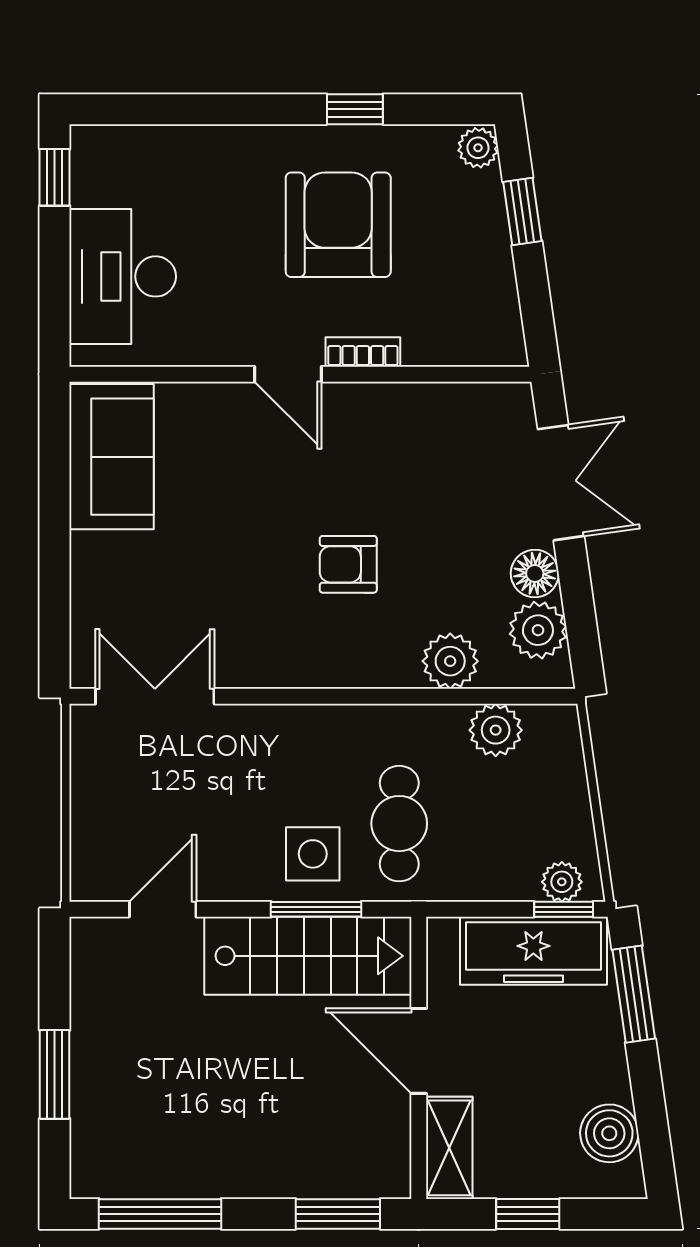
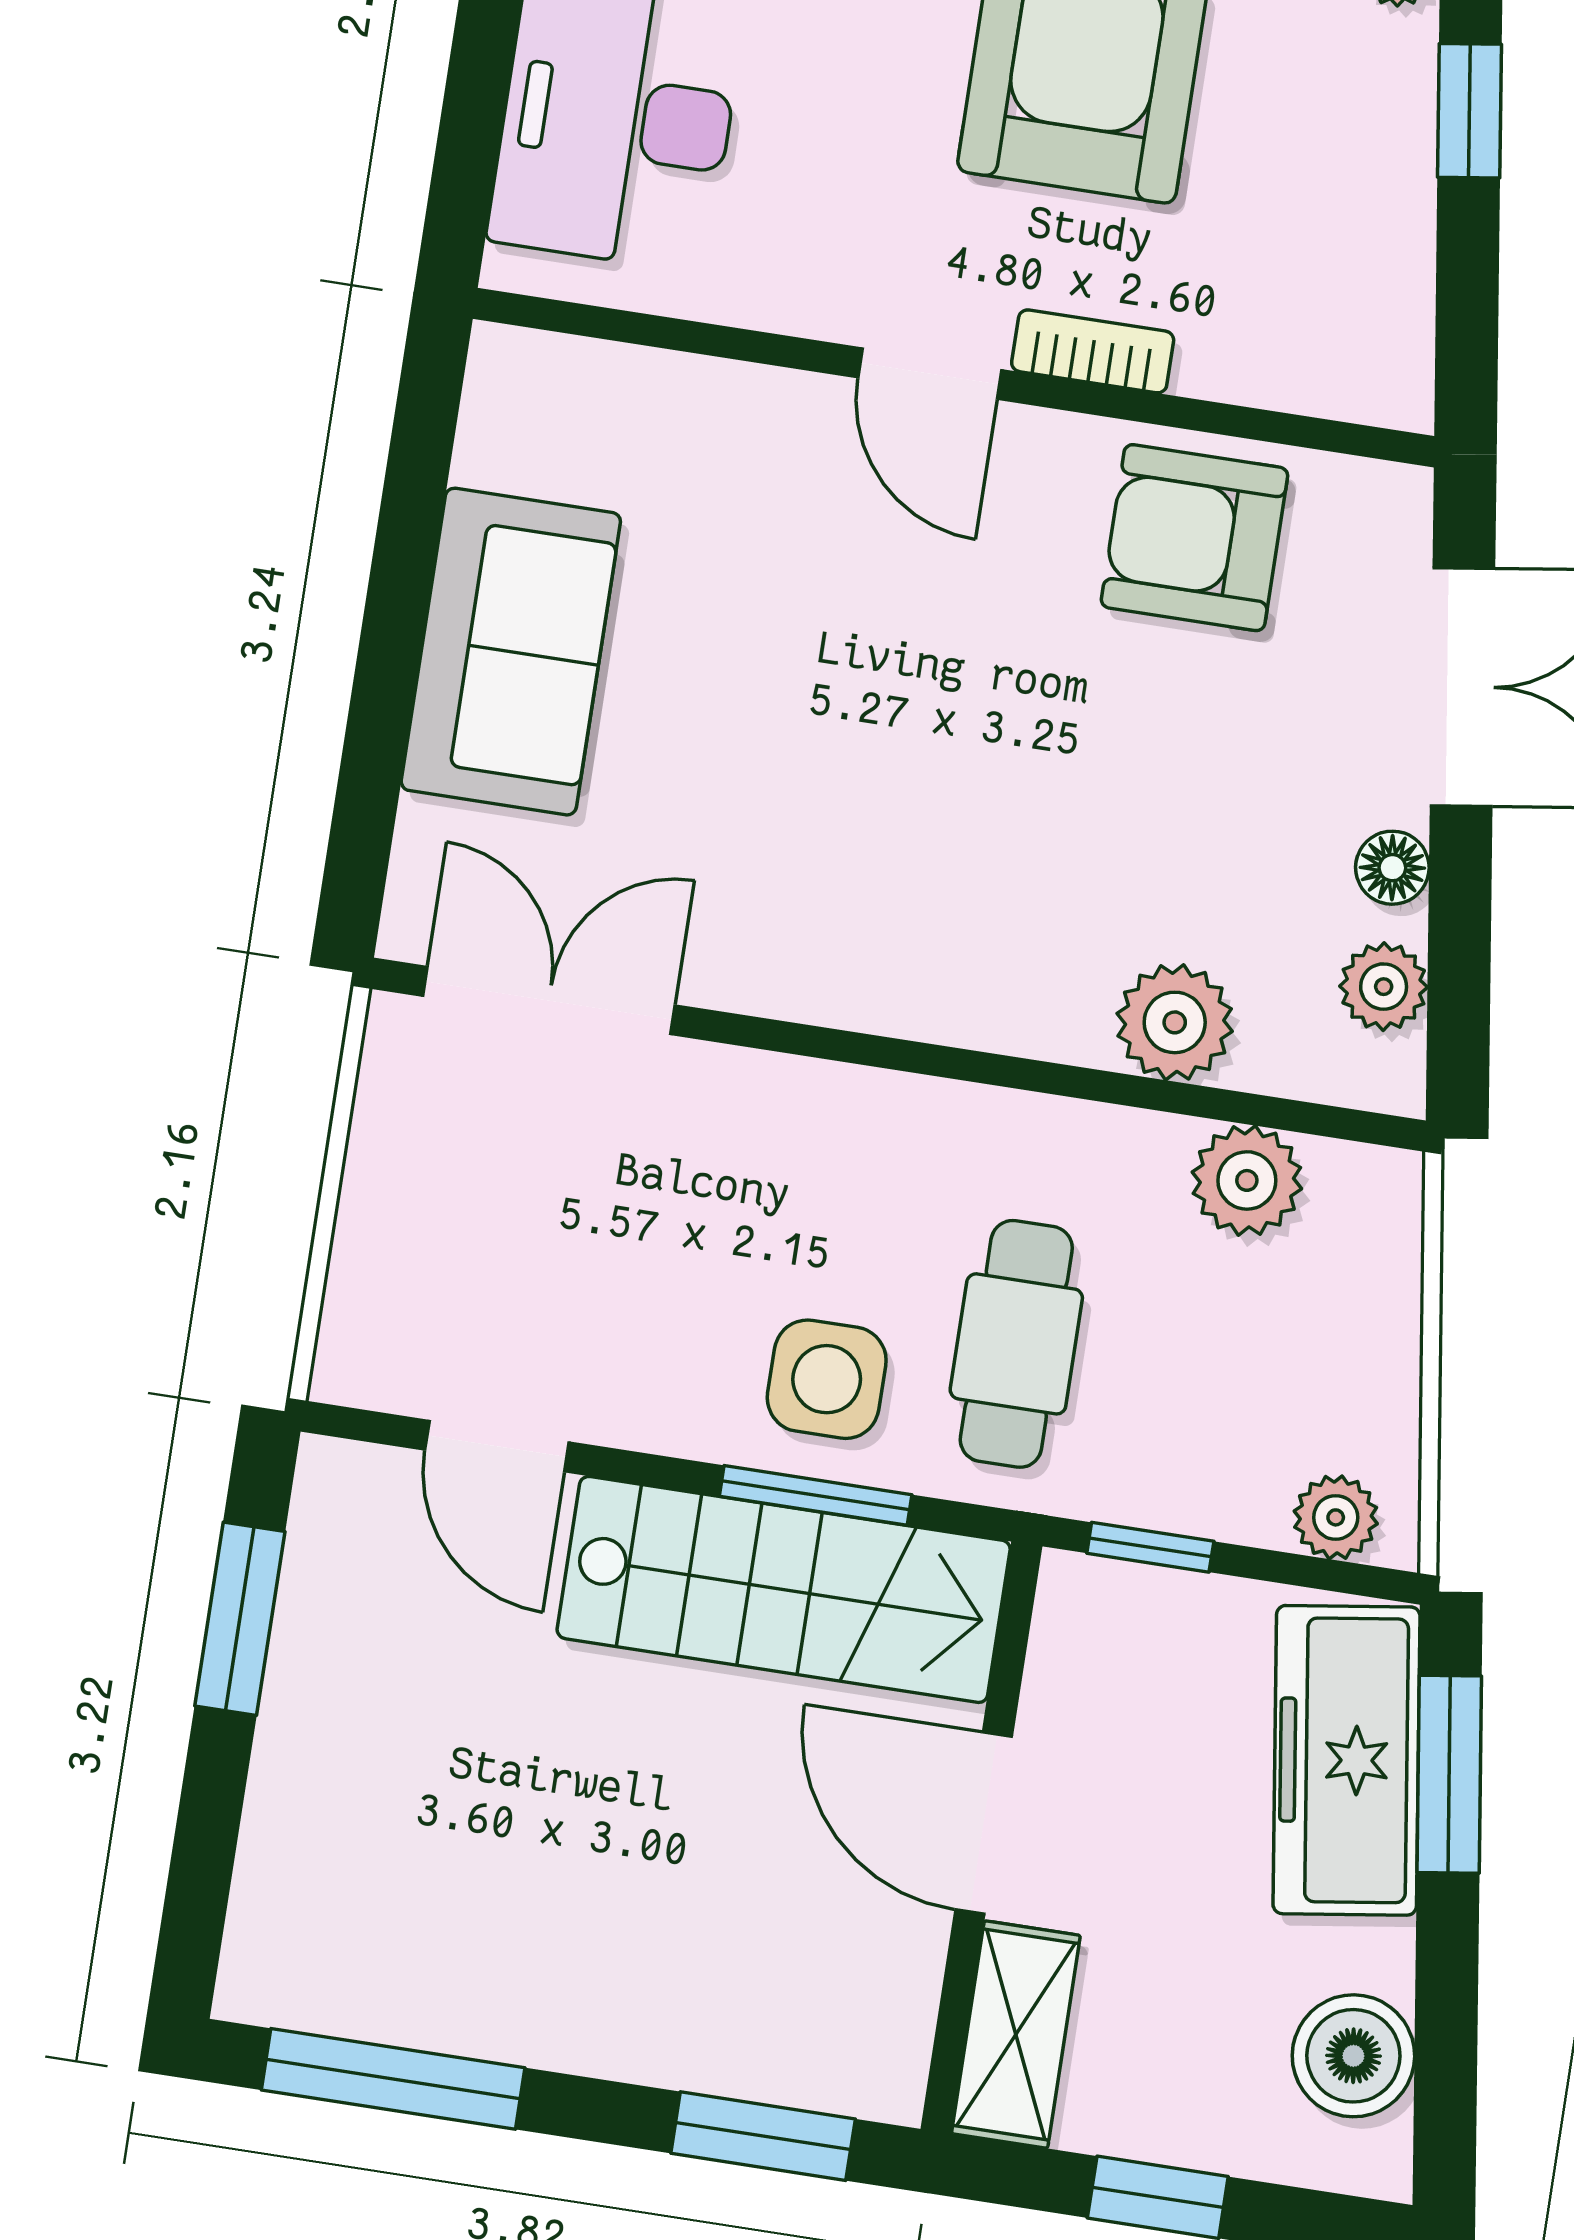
sofa: (112, 457) -> (511, 652), moved
armchair: (348, 564) -> (1195, 538), moved, width x1.38, depth x1.38
floor lamp: (535, 573) -> (1392, 868), width x0.73, depth x0.73
plant: (538, 630) -> (1384, 987), width x0.73, depth x0.73
door: (163, 909) -> (497, 1446), swing flipped
window: (564, 909) -> (1150, 1547), moved
freezer: (533, 951) -> (1346, 1760), moved, turned 82
window: (55, 1074) -> (240, 1619), moved

